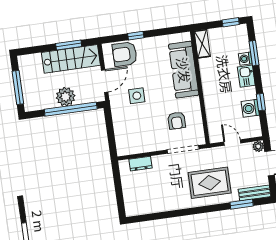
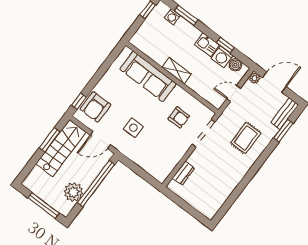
window: (136, 36) -> (79, 101), moved
shelving: (202, 44) -> (177, 71), moved
washing machine: (245, 59) -> (172, 17), moved
kitchen sink: (246, 76) -> (207, 45), moved
door: (105, 81) -> (100, 140), swing flipped
plant: (66, 97) -> (73, 192), moved
boiler: (254, 123) -> (235, 65), added
rug: (210, 183) -> (246, 138), width x0.73, depth x0.70

